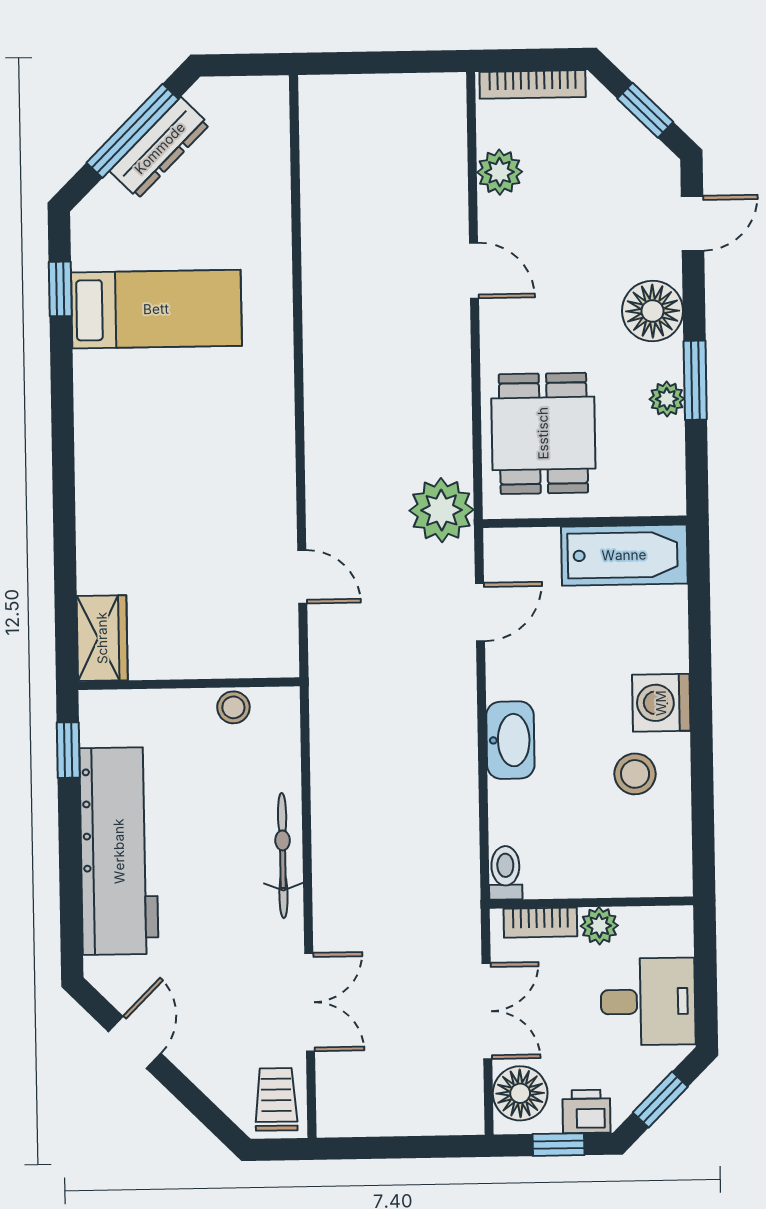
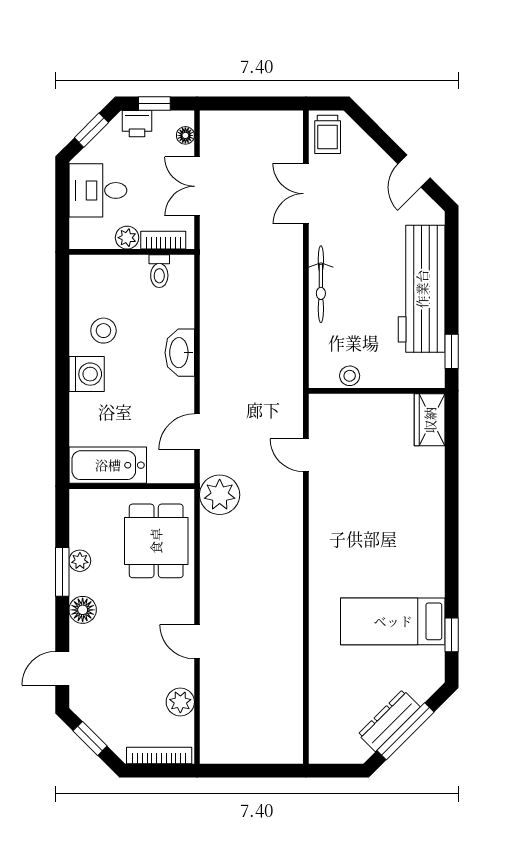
floor lamp: (653, 311) -> (83, 610), width x0.73, depth x0.73
toilet: (505, 873) -> (159, 271), moved
floor lamp: (520, 1093) -> (185, 135), width x0.53, depth x0.53

